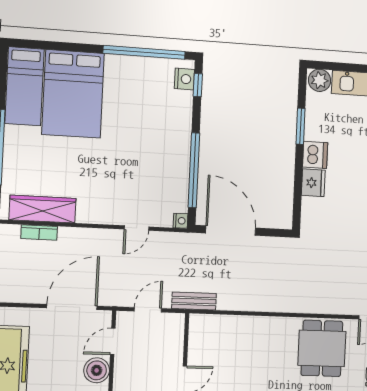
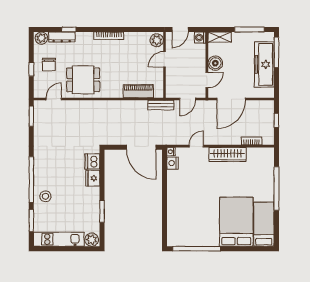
nightstand: (184, 79) -> (172, 163), moved
window: (198, 85) -> (164, 232), removed
dishwasher: (315, 155) -> (92, 161), moved
window: (194, 170) -> (164, 182), removed
wardrobe: (43, 209) -> (227, 154), moved
piano: (231, 326) -> (138, 91), added
dining table: (322, 348) -> (83, 80), turned 90

